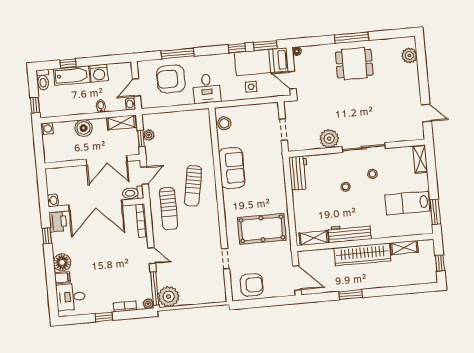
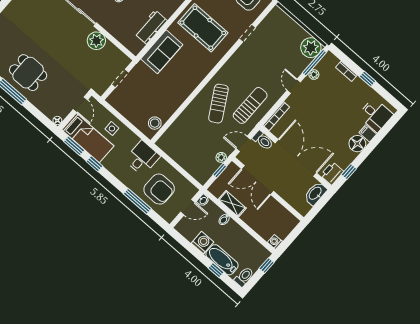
shelving: (121, 122) -> (232, 204), moved
boiler: (84, 128) -> (250, 217), removed
plant: (149, 135) -> (221, 157), moved
double door: (107, 160) -> (258, 180), swing flipped
sofa: (232, 168) -> (162, 52), moved, turned 180
workbench: (299, 173) -> (151, 27), moved
sun lounger: (193, 186) -> (218, 104), turned 140
washbasin: (53, 200) -> (315, 193), width x1.91, depth x1.45
plant: (148, 304) -> (314, 74), moved

